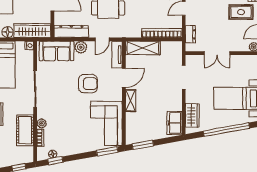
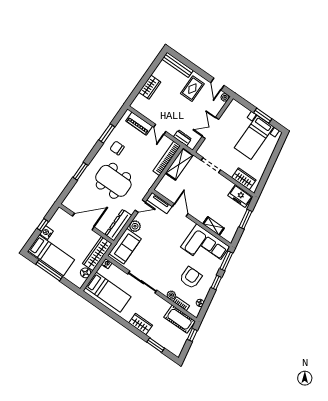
door: (102, 39) -> (140, 206), hinge flipped
shelving: (143, 48) -> (179, 164), moved
double door: (217, 53) -> (210, 128), swing flipped
armchair: (88, 84) -> (191, 278), moved
shelving: (131, 101) -> (214, 226), moved
cot: (25, 130) -> (180, 319), moved
window: (226, 130) -> (272, 161), removed
window: (143, 145) -> (245, 219), moved
window: (55, 161) -> (216, 282), moved

